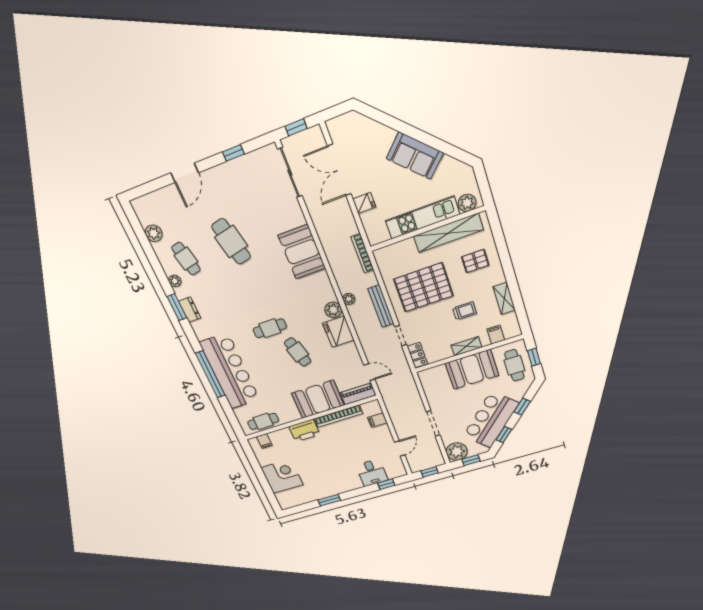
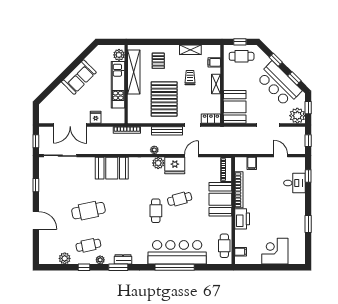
window: (155, 263) -> (84, 267), added
booth: (472, 369) -> (235, 107), moved
door: (369, 372) -> (192, 156), moved

